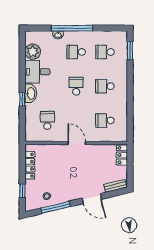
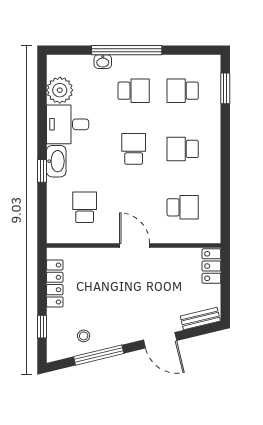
school desk: (76, 52) -> (134, 91), turned 180
school desk: (105, 120) -> (183, 207), turned 180

